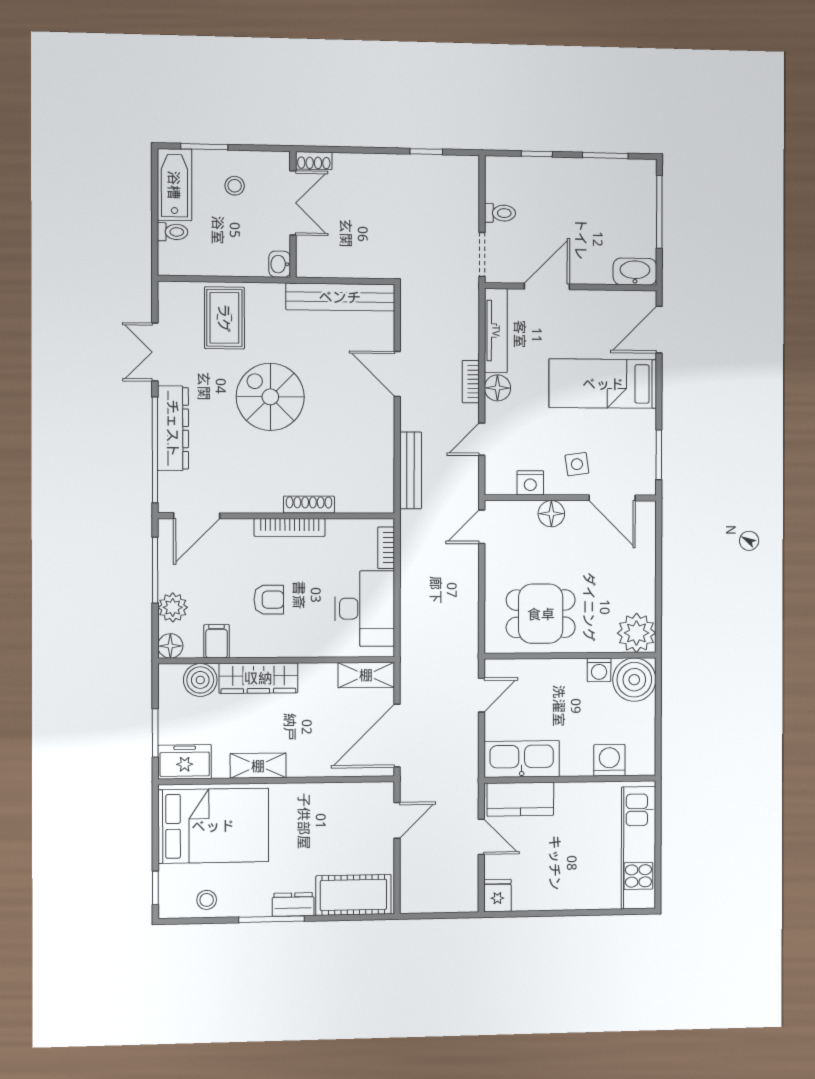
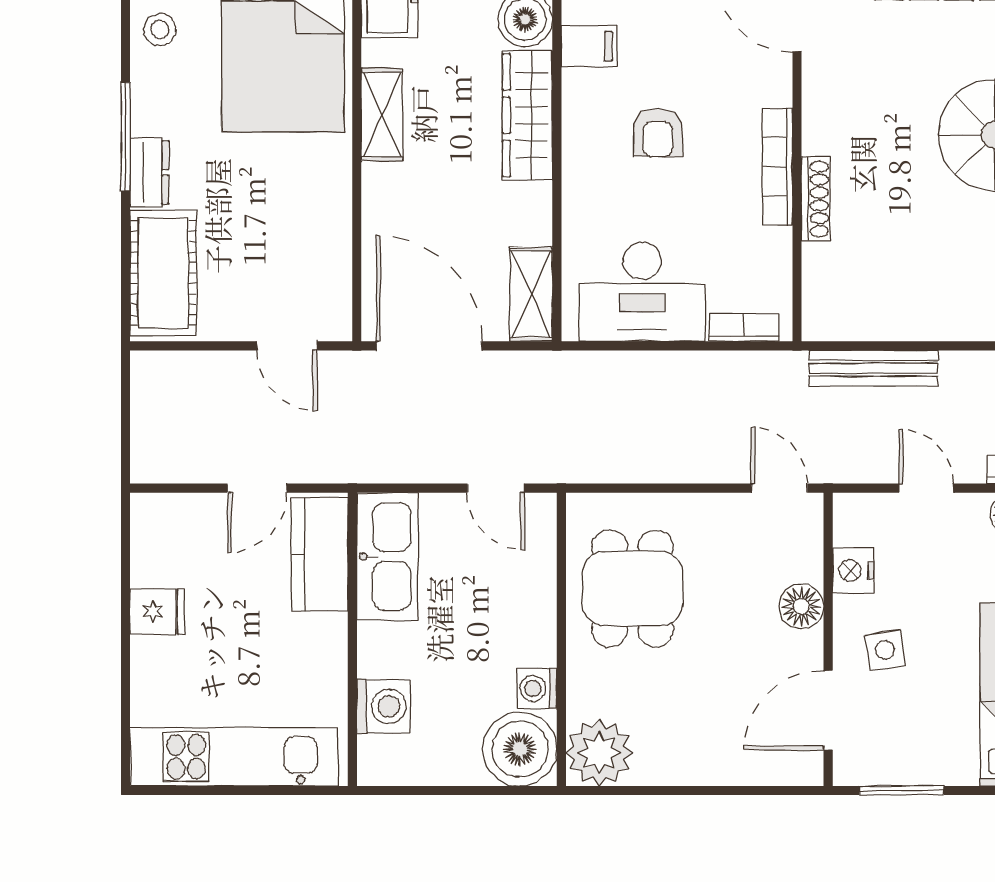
fridge: (497, 896) -> (157, 612), moved

